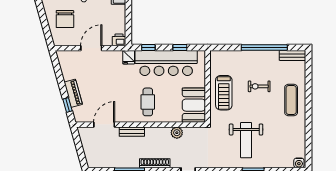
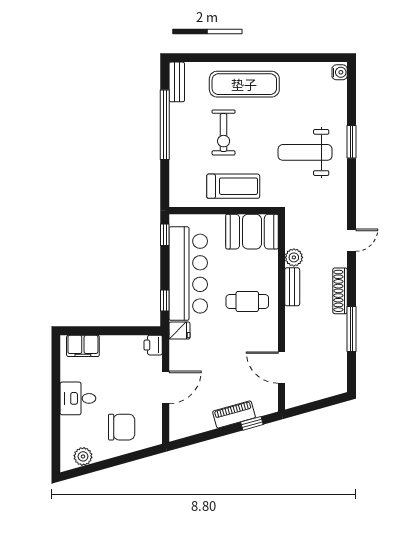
door: (91, 48) -> (166, 387), swing flipped
window: (180, 48) -> (165, 235), moved
exercise bike: (259, 86) -> (224, 132), width x1.38, depth x1.39
exercise mat: (291, 100) -> (244, 84), width x1.36, depth x1.45
bench: (132, 132) -> (292, 287), moved
weight bench: (246, 140) -> (305, 152), turned 180

